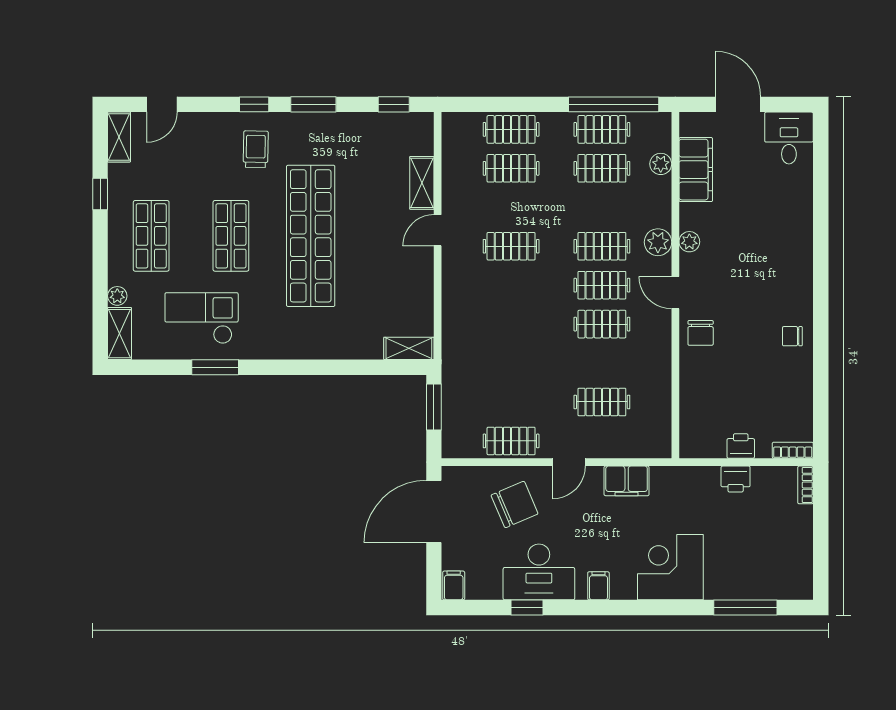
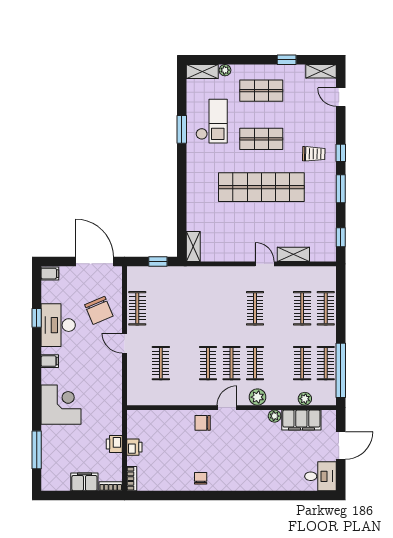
plant: (689, 242) -> (275, 416), moved
window: (434, 407) -> (158, 262), width x0.67
filing cabinet: (627, 481) -> (84, 482), moved, turned 90

